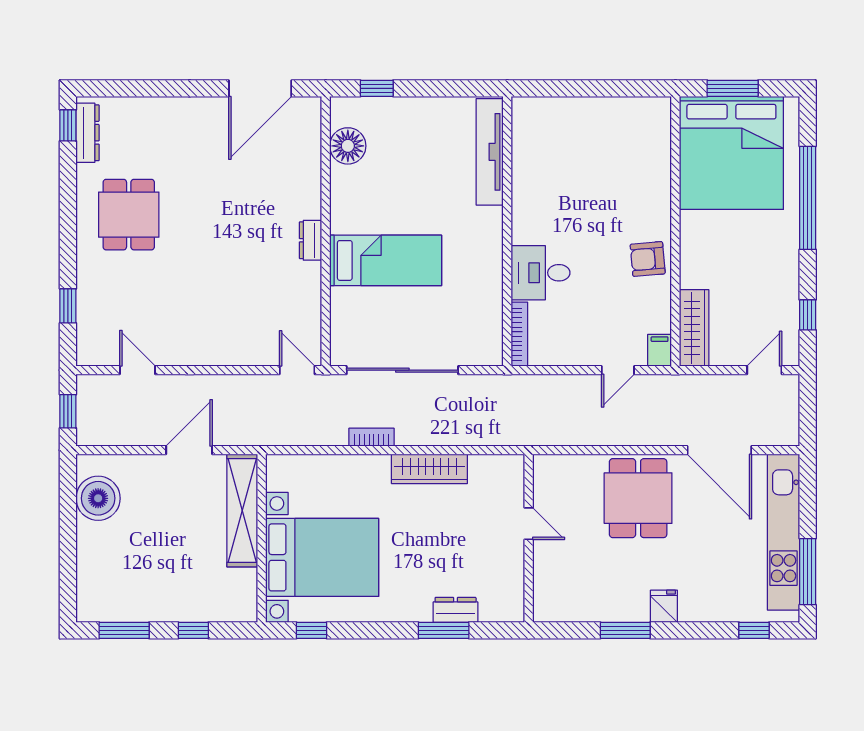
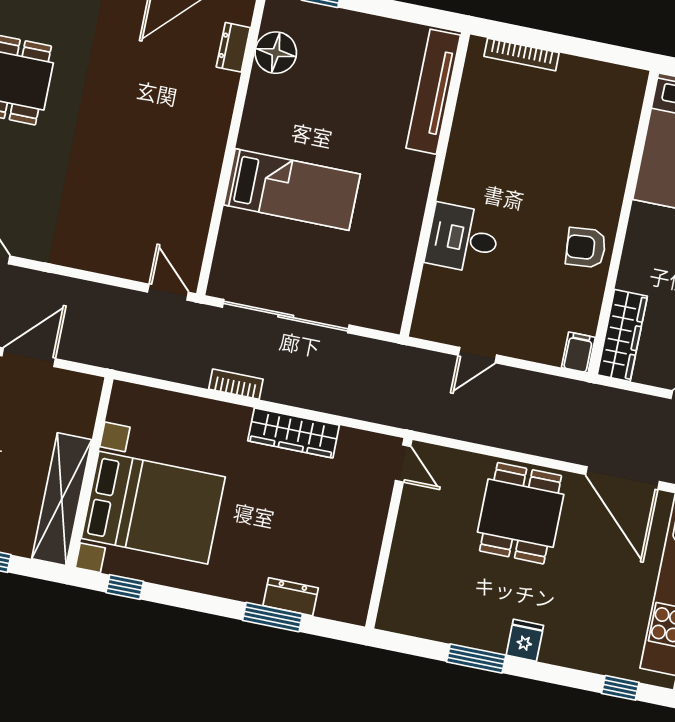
dresser: (310, 240) -> (233, 47), moved
bookcase: (519, 334) -> (522, 54), moved, turned 90
door: (618, 370) -> (477, 355), moved
shelving: (242, 511) -> (62, 499), moved
door: (529, 524) -> (403, 464), moved

